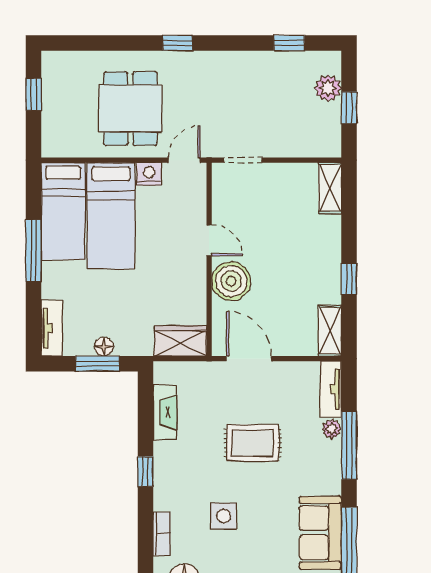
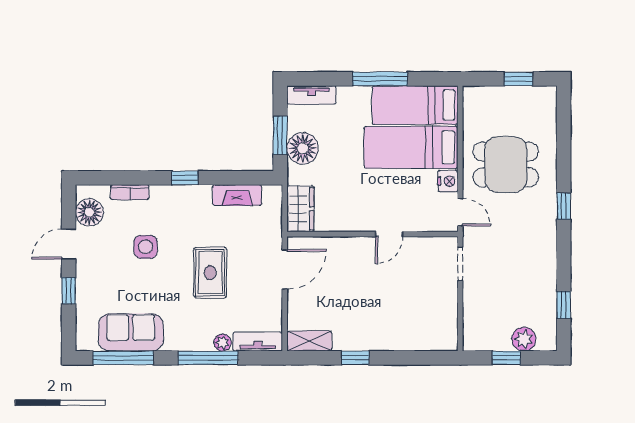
shelving: (330, 188) -> (435, 341), removed
boiler: (231, 281) -> (353, 254), removed
floor lamp: (104, 347) -> (303, 148), width x1.89, depth x1.89

